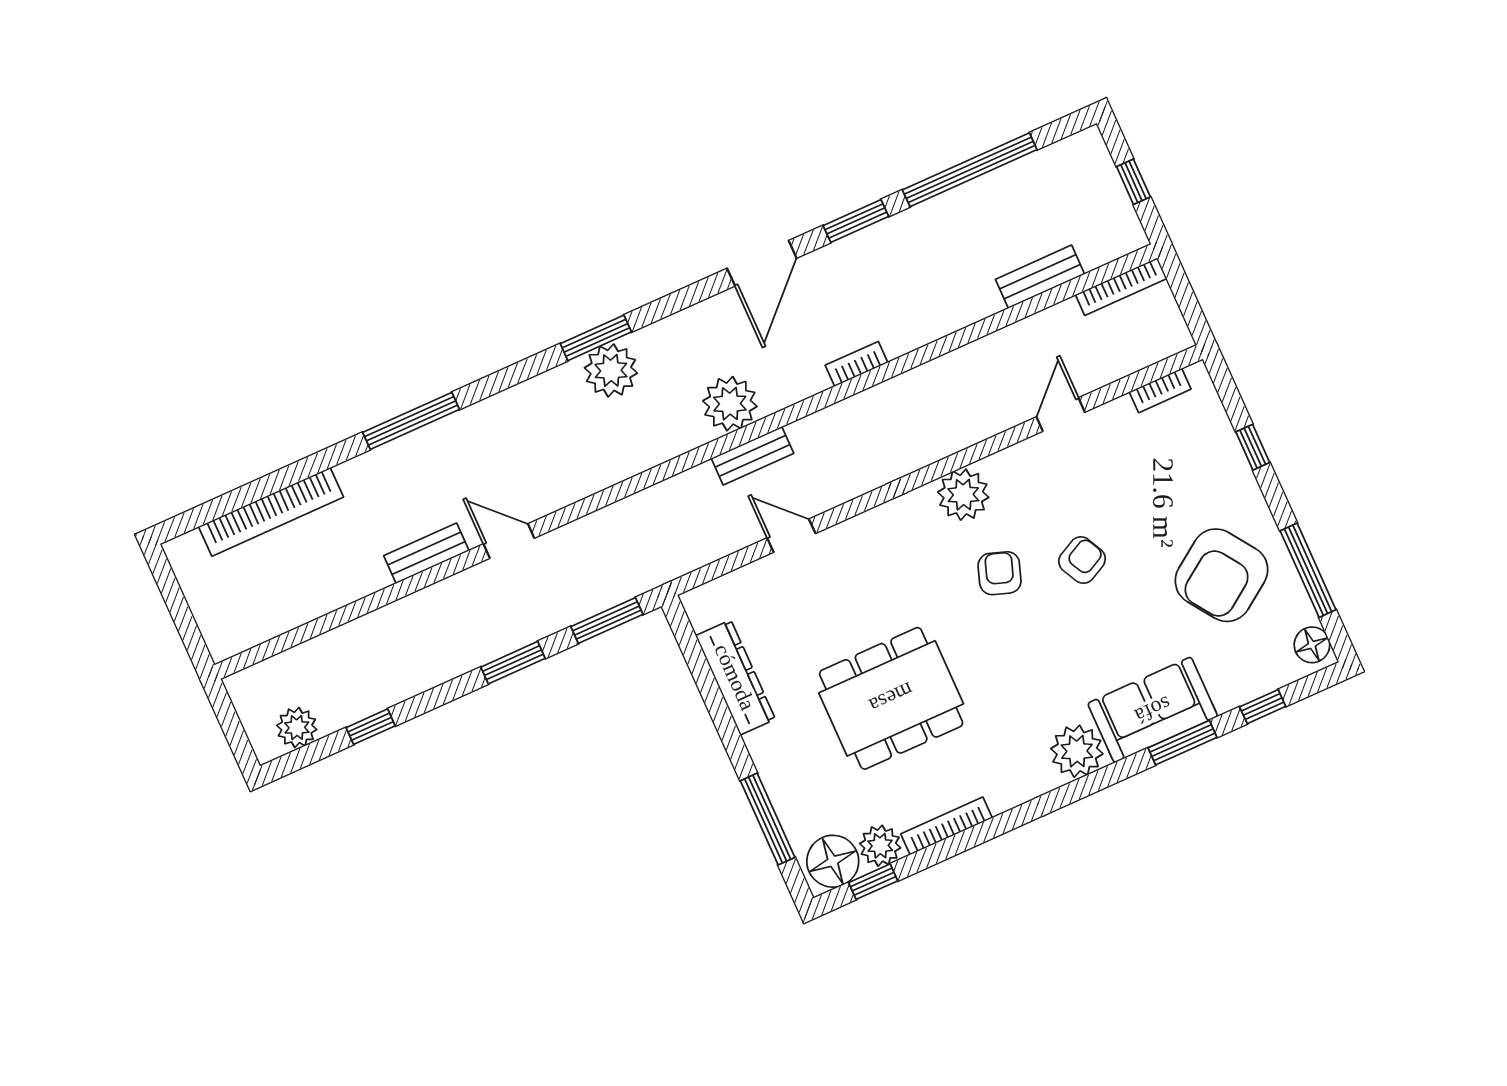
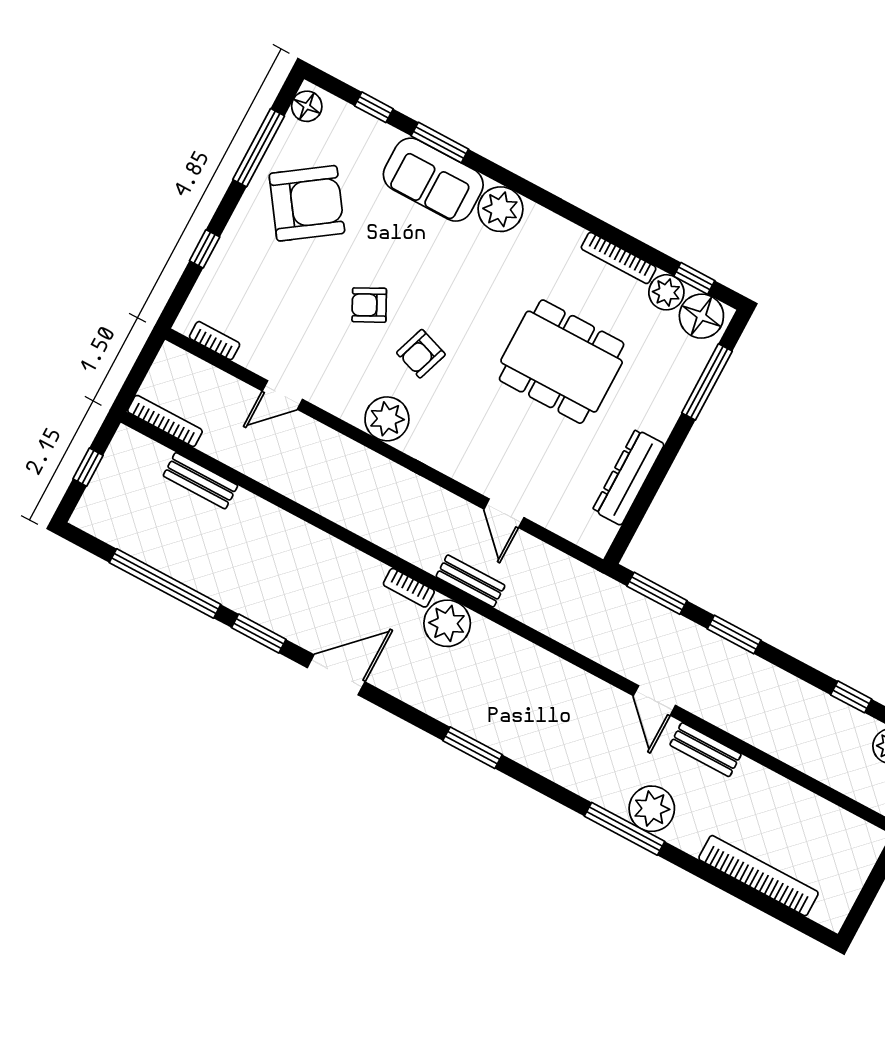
bookcase: (856, 364) -> (409, 588), moved
plant: (611, 370) -> (652, 809), moved

